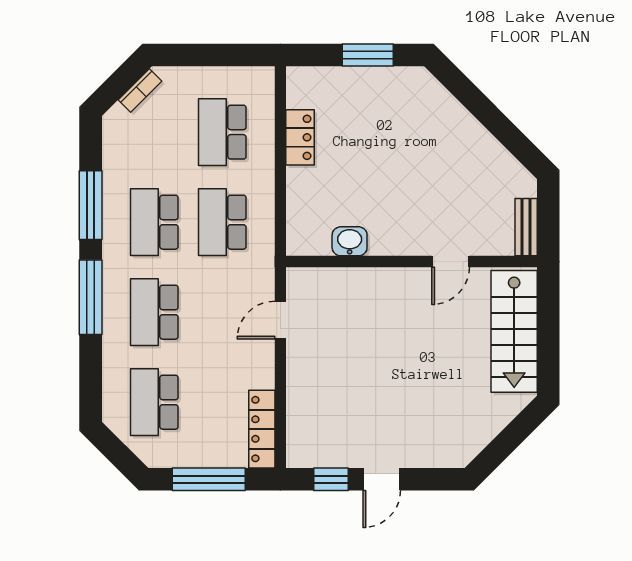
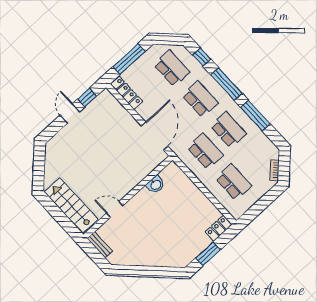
locker: (300, 137) -> (218, 228), moved, turned 90
door: (451, 262) -> (115, 209), hinge flipped
door: (280, 320) -> (154, 136), width x1.88
window: (91, 376) -> (202, 57), added

